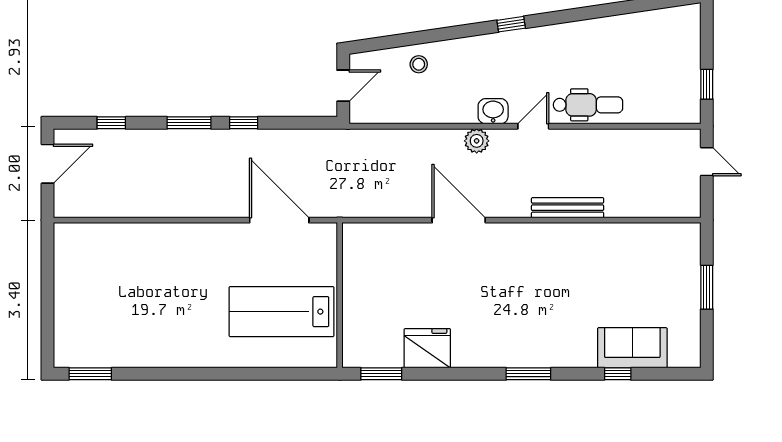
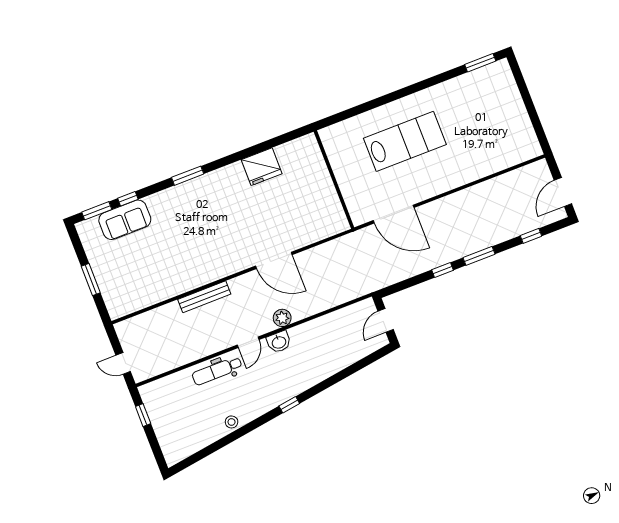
stool: (419, 64) -> (232, 422), moved
lab bench: (282, 312) -> (405, 141), moved
window: (381, 374) -> (97, 211), moved

